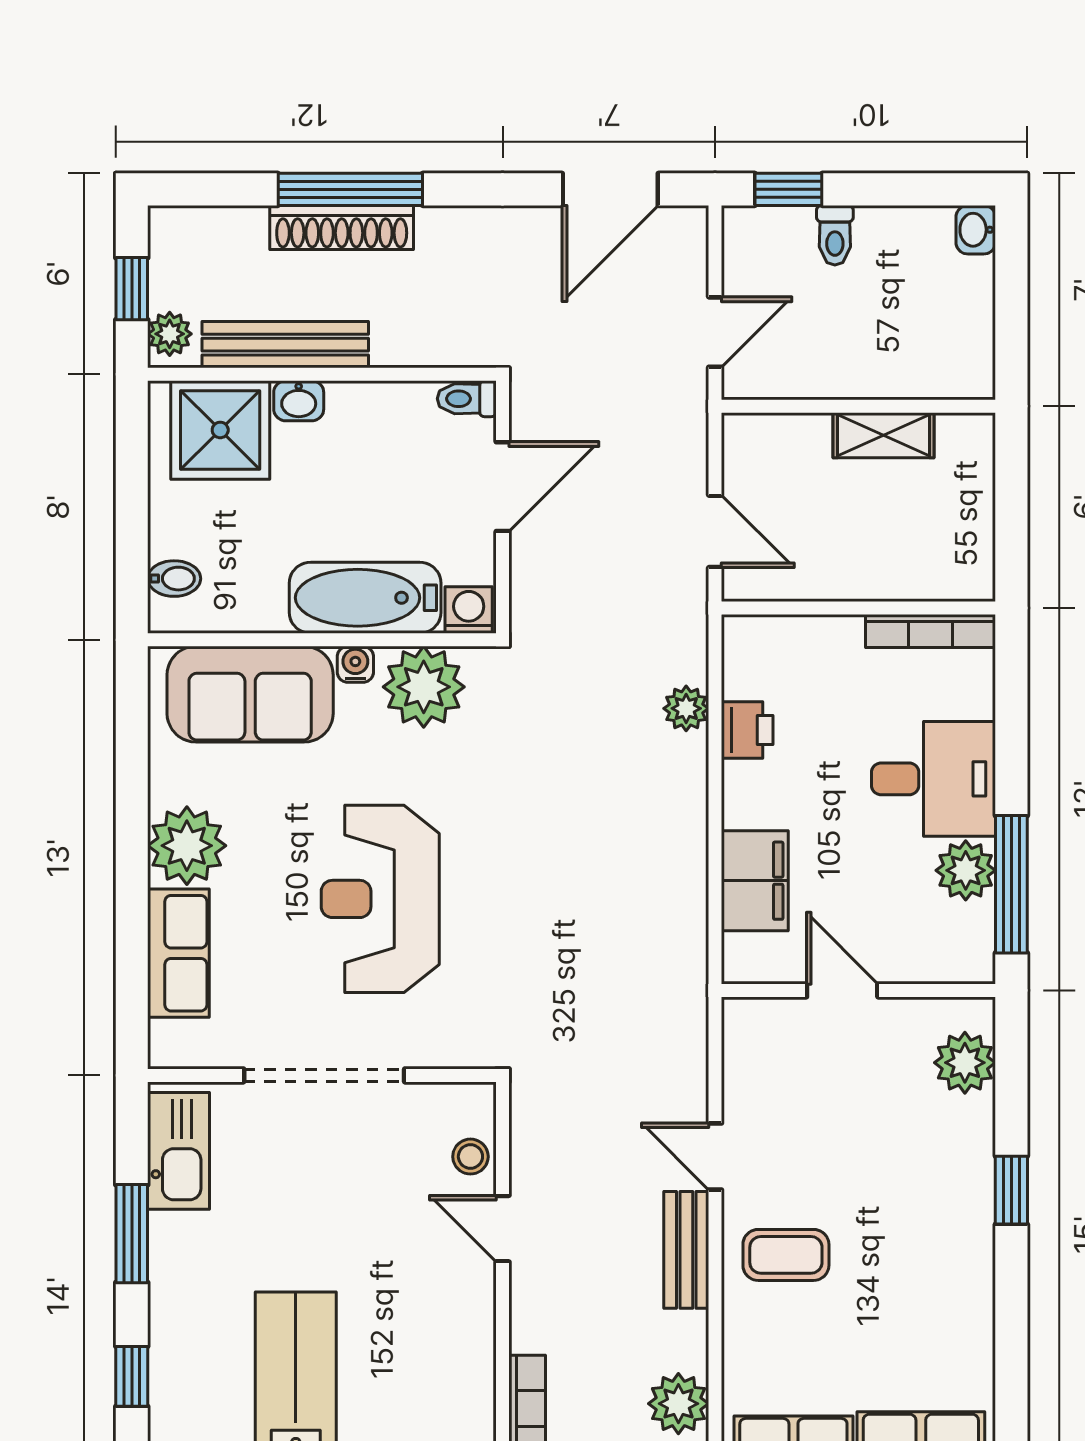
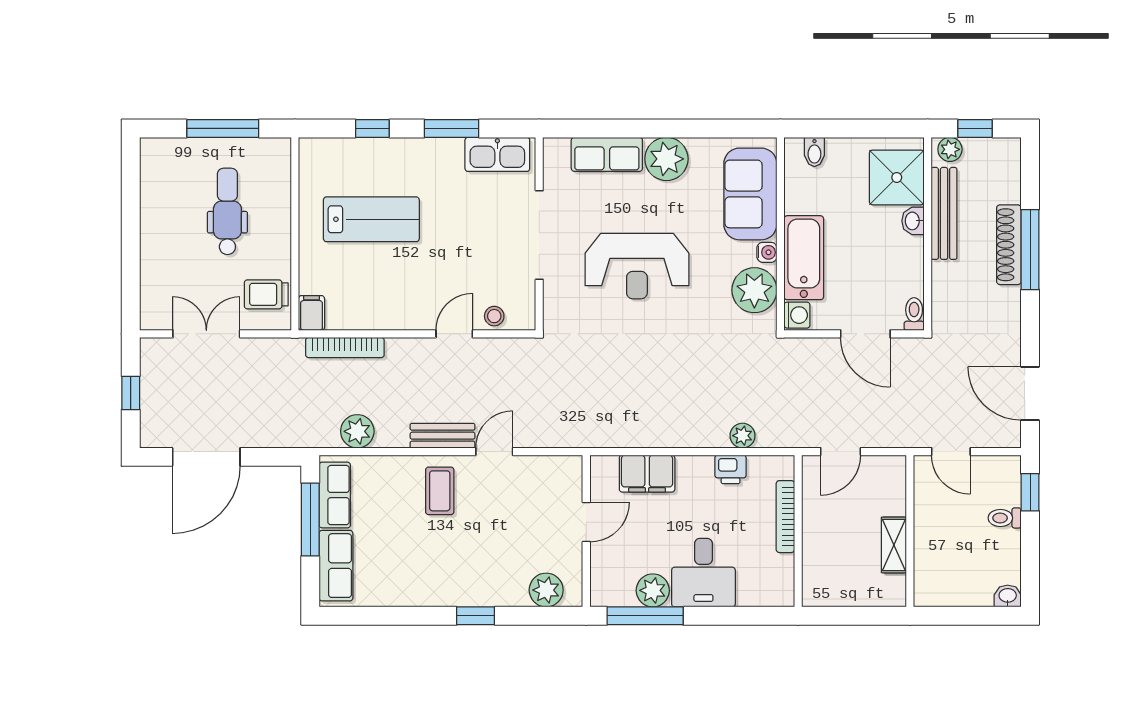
bookcase: (931, 631) -> (785, 517), moved
reception desk: (380, 899) -> (637, 266), turned 180

